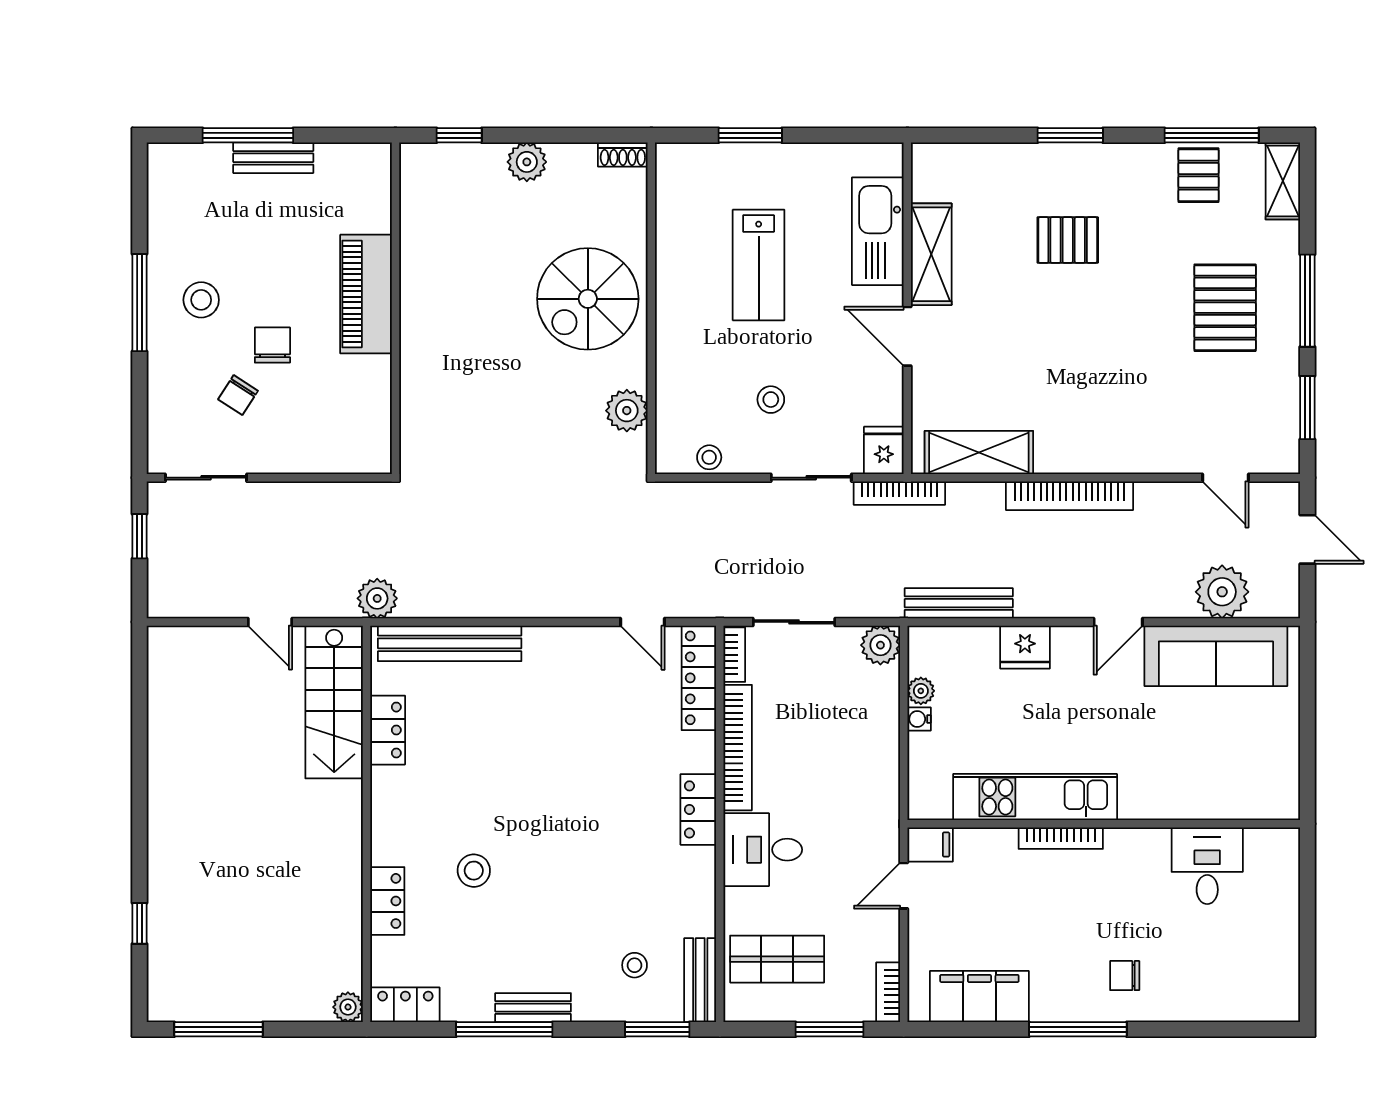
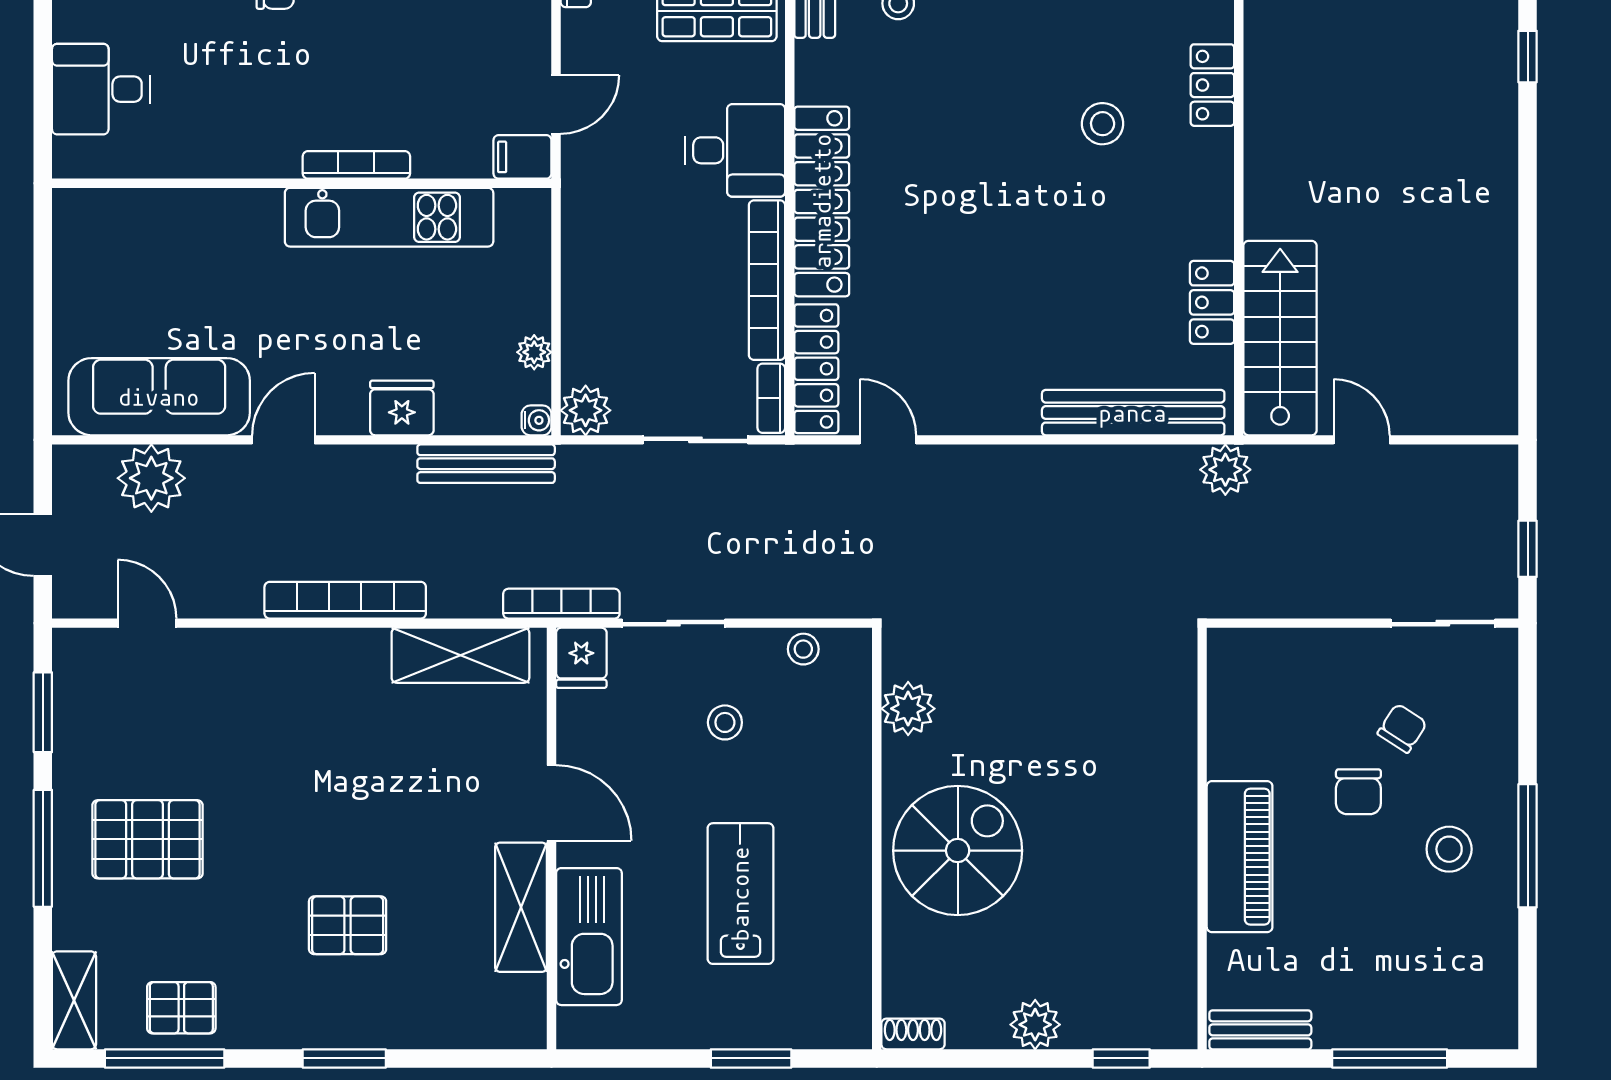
bench: (273, 158) -> (1260, 1030), moved
pallet: (1198, 175) -> (181, 1008), turned 90
pallet: (1225, 308) -> (148, 839), turned 90
water cooler: (919, 719) -> (537, 420), moved
locker: (698, 809) -> (822, 201), width x2.16, depth x1.21
desk: (1207, 866) -> (101, 89), moved, turned 90

